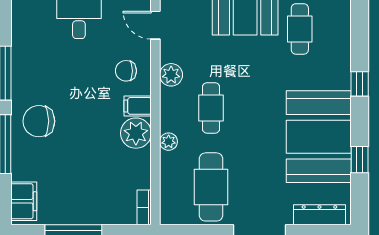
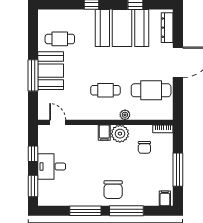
door: (155, 25) -> (58, 122), swing flipped
chair: (126, 71) -> (144, 147), moved
plant: (171, 75) -> (86, 113), removed
filing cabinet: (24, 201) -> (165, 198), width x0.50

